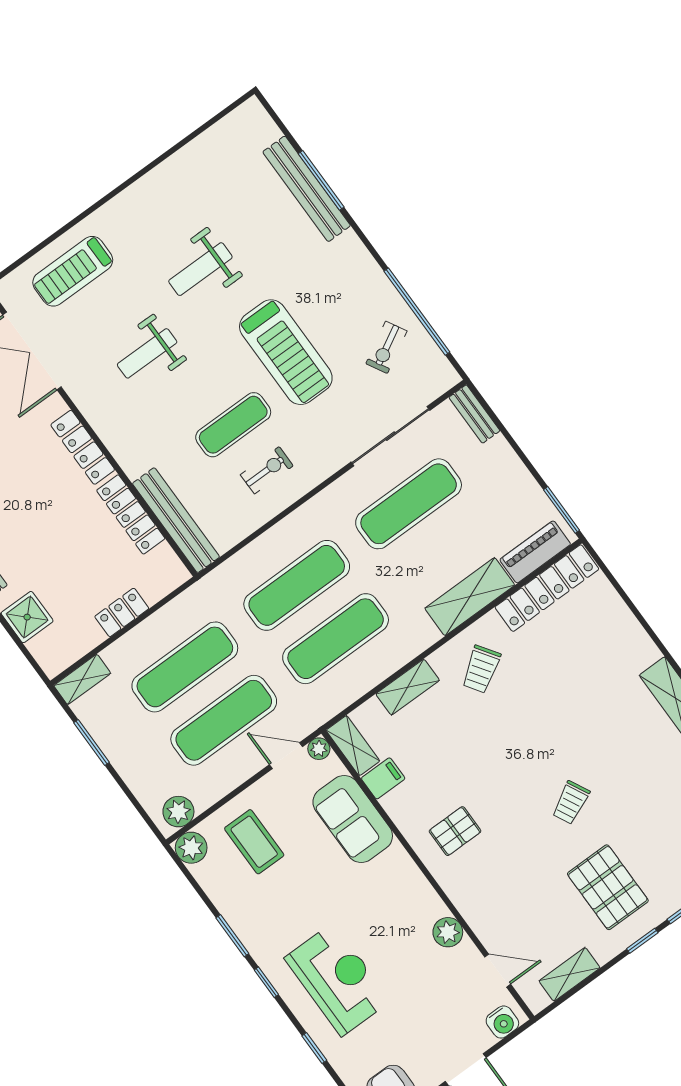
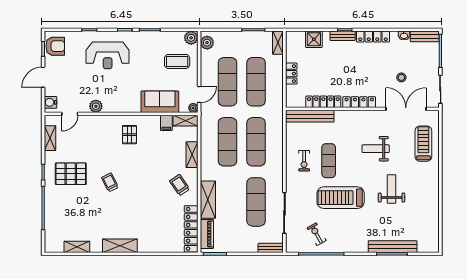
weight bench: (147, 353) -> (376, 149), turned -90

